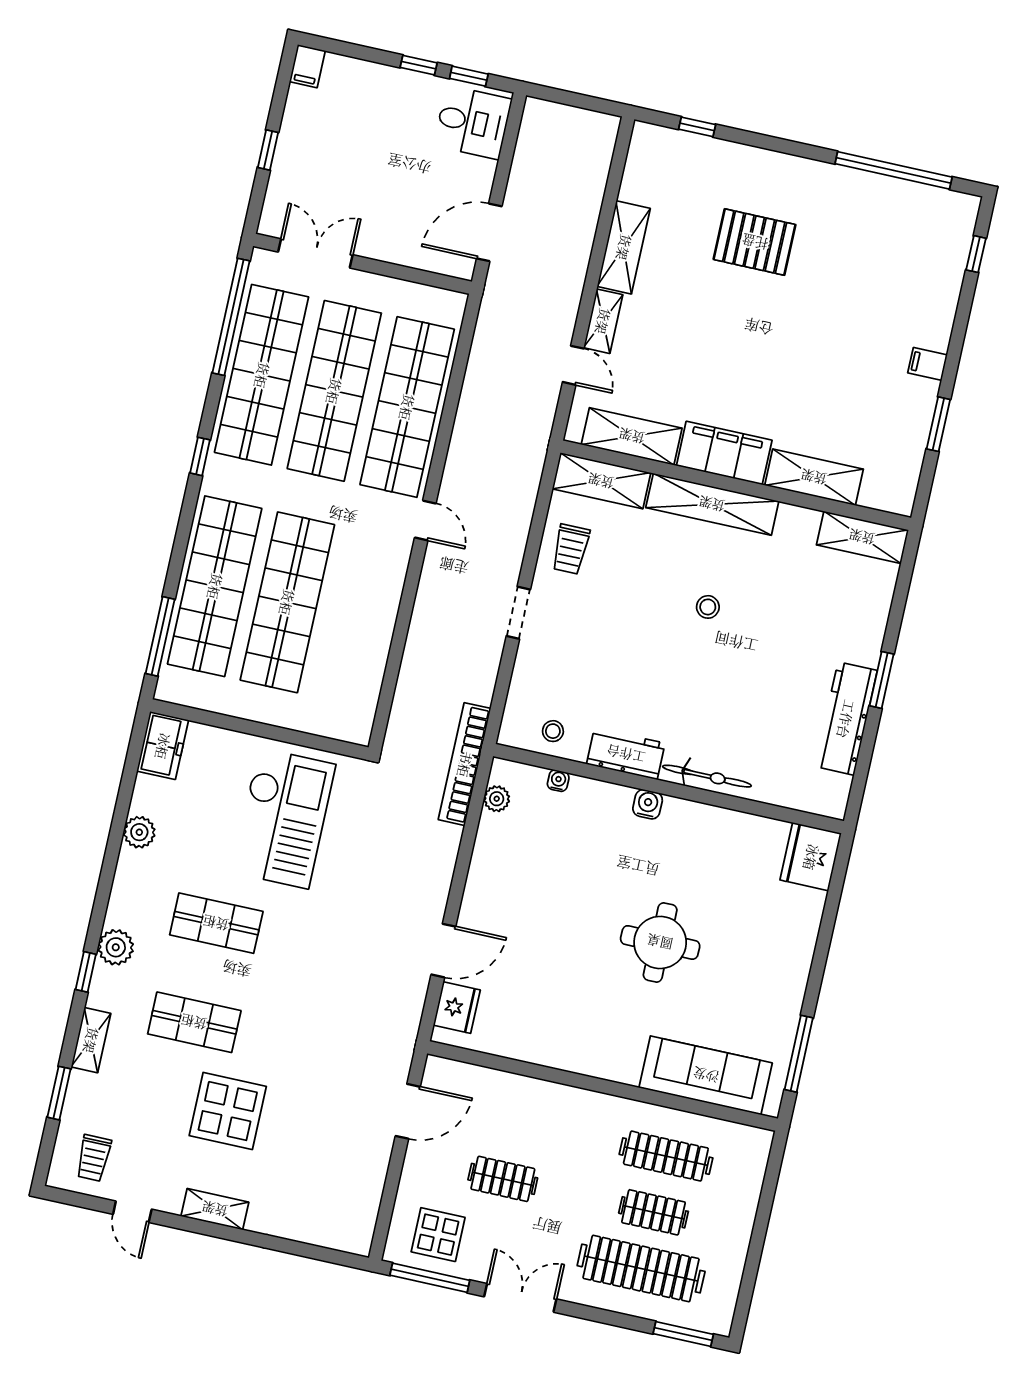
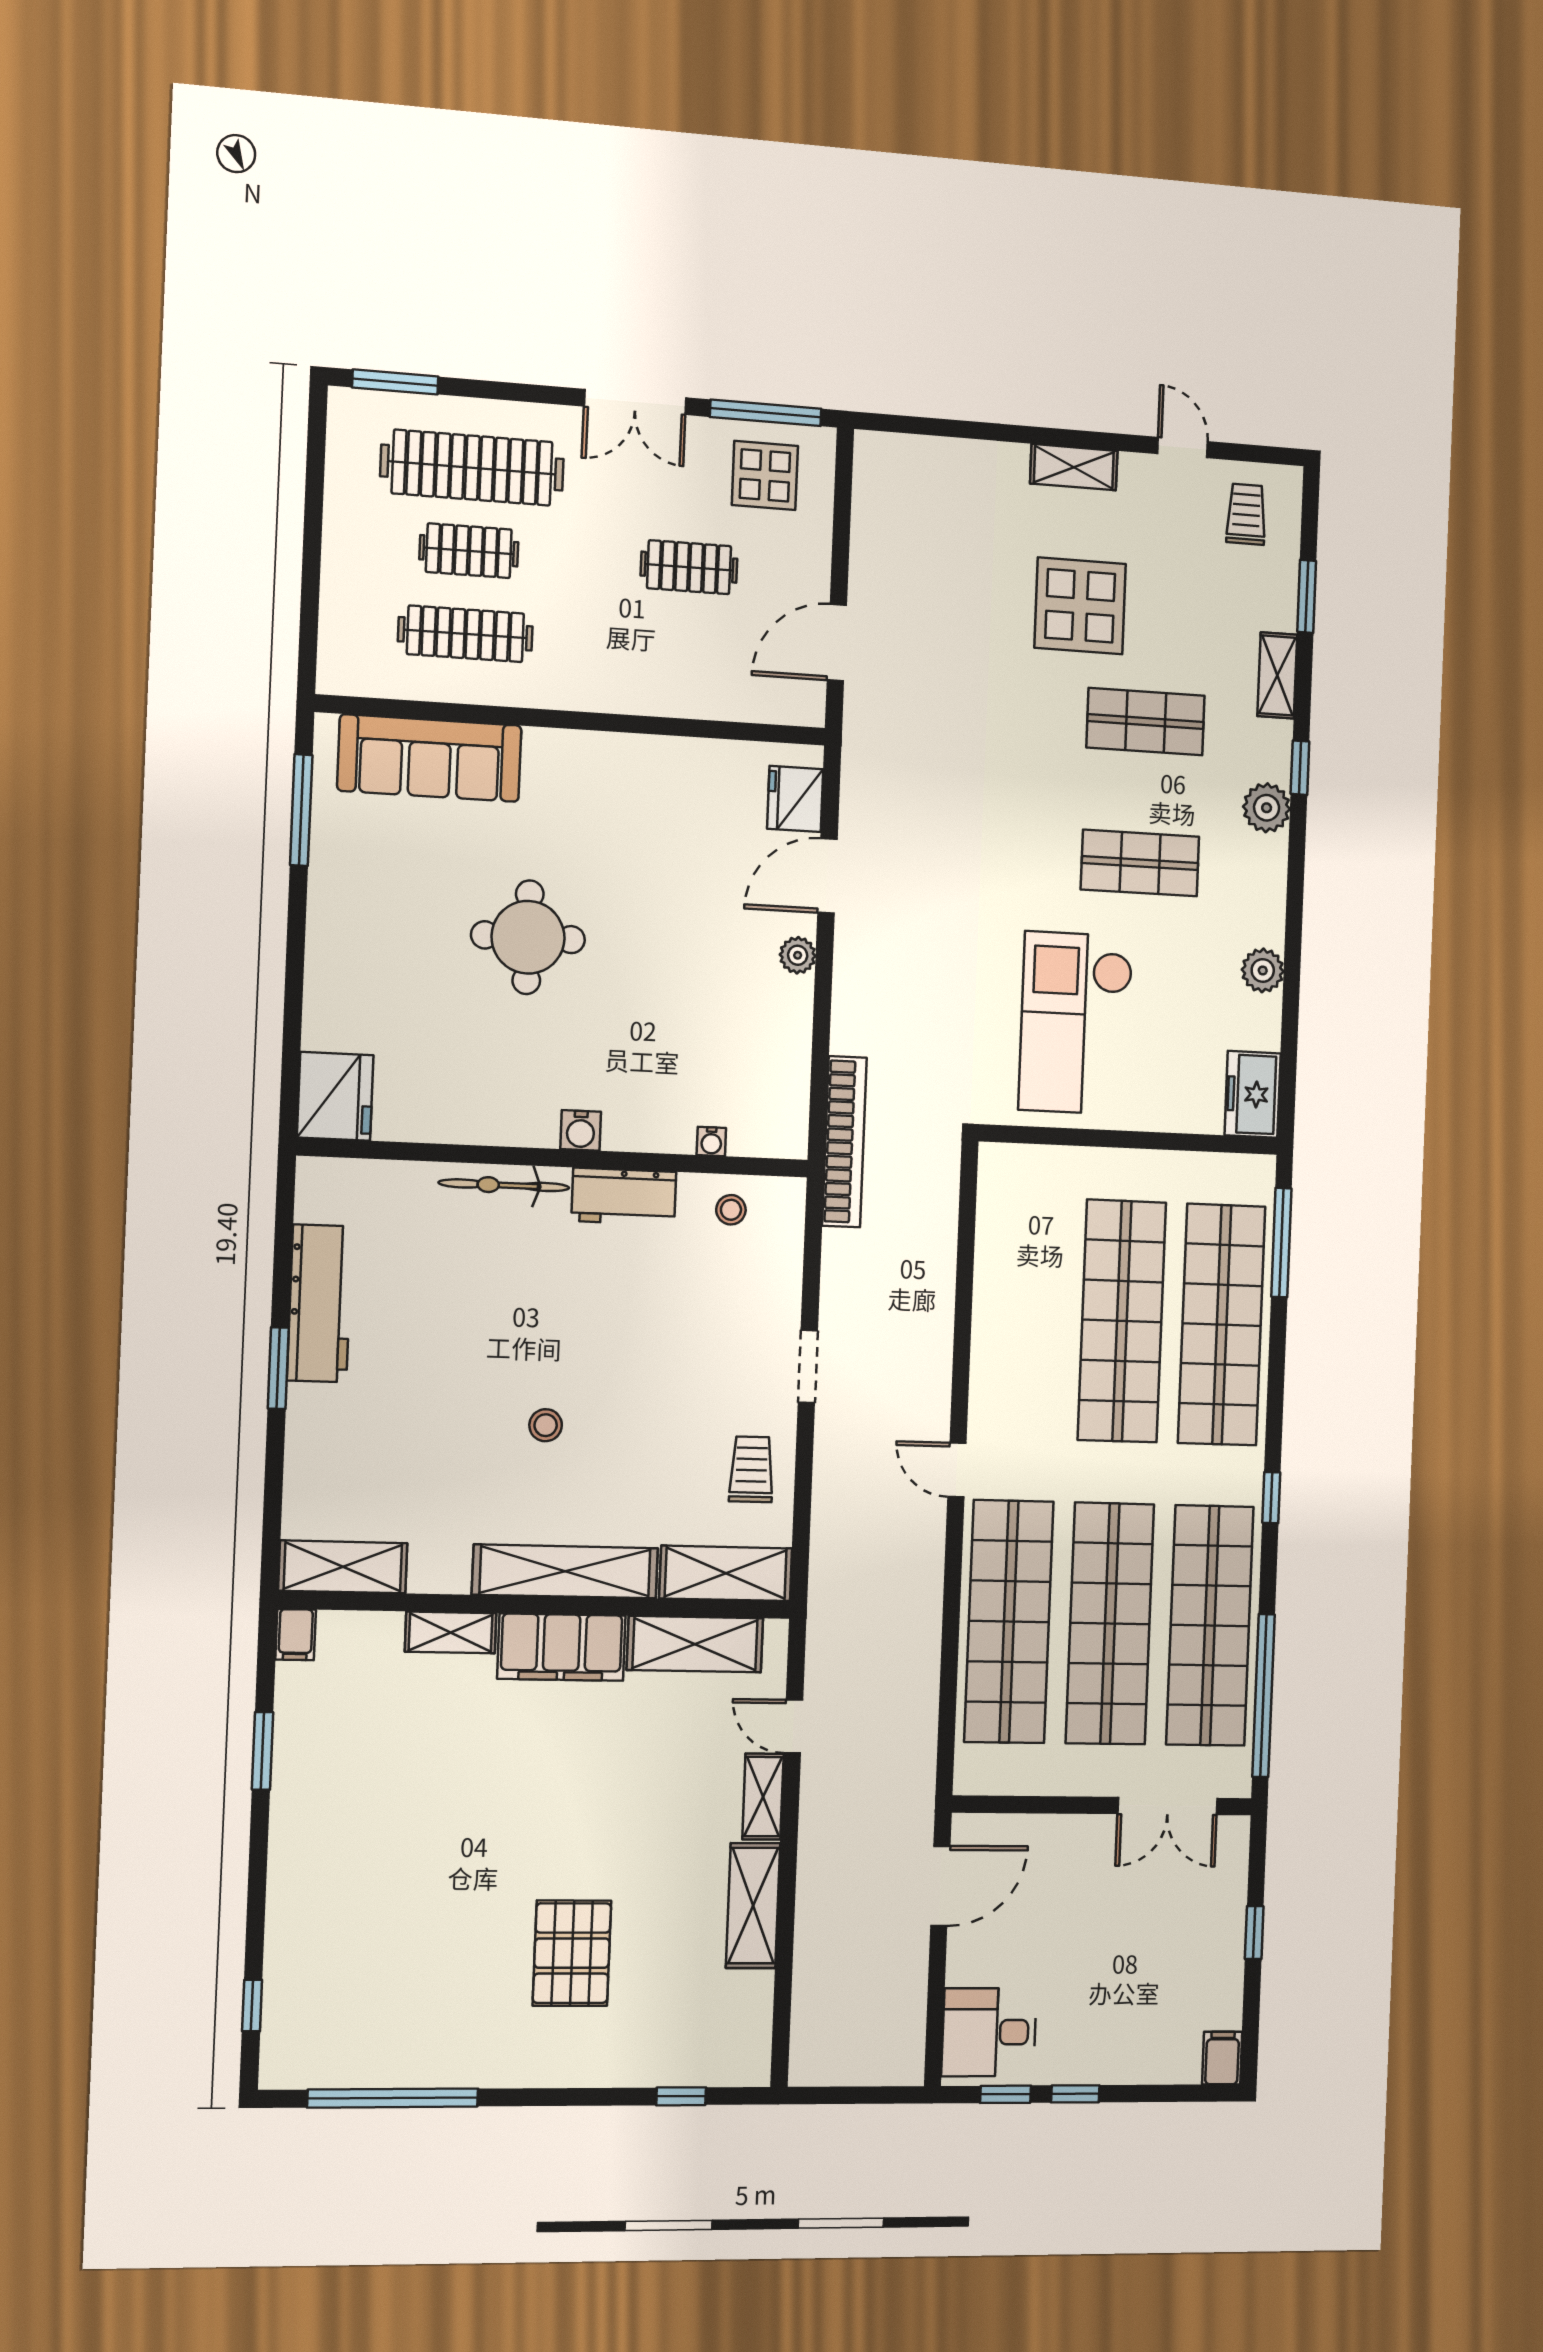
pallet: (755, 242) -> (572, 1953), turned 90
filing cabinet: (928, 364) -> (296, 1635), moved, turned 90
shelving: (814, 477) -> (451, 1632), width x0.67, depth x0.75
plant: (497, 799) -> (798, 955), moved

